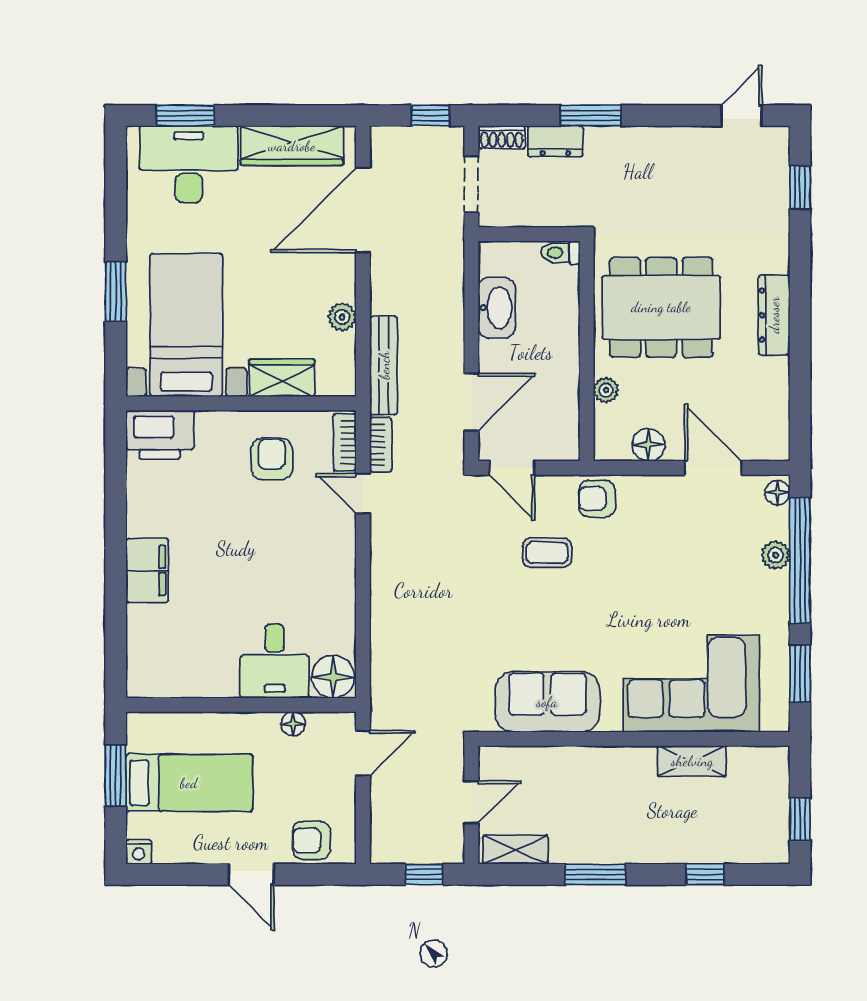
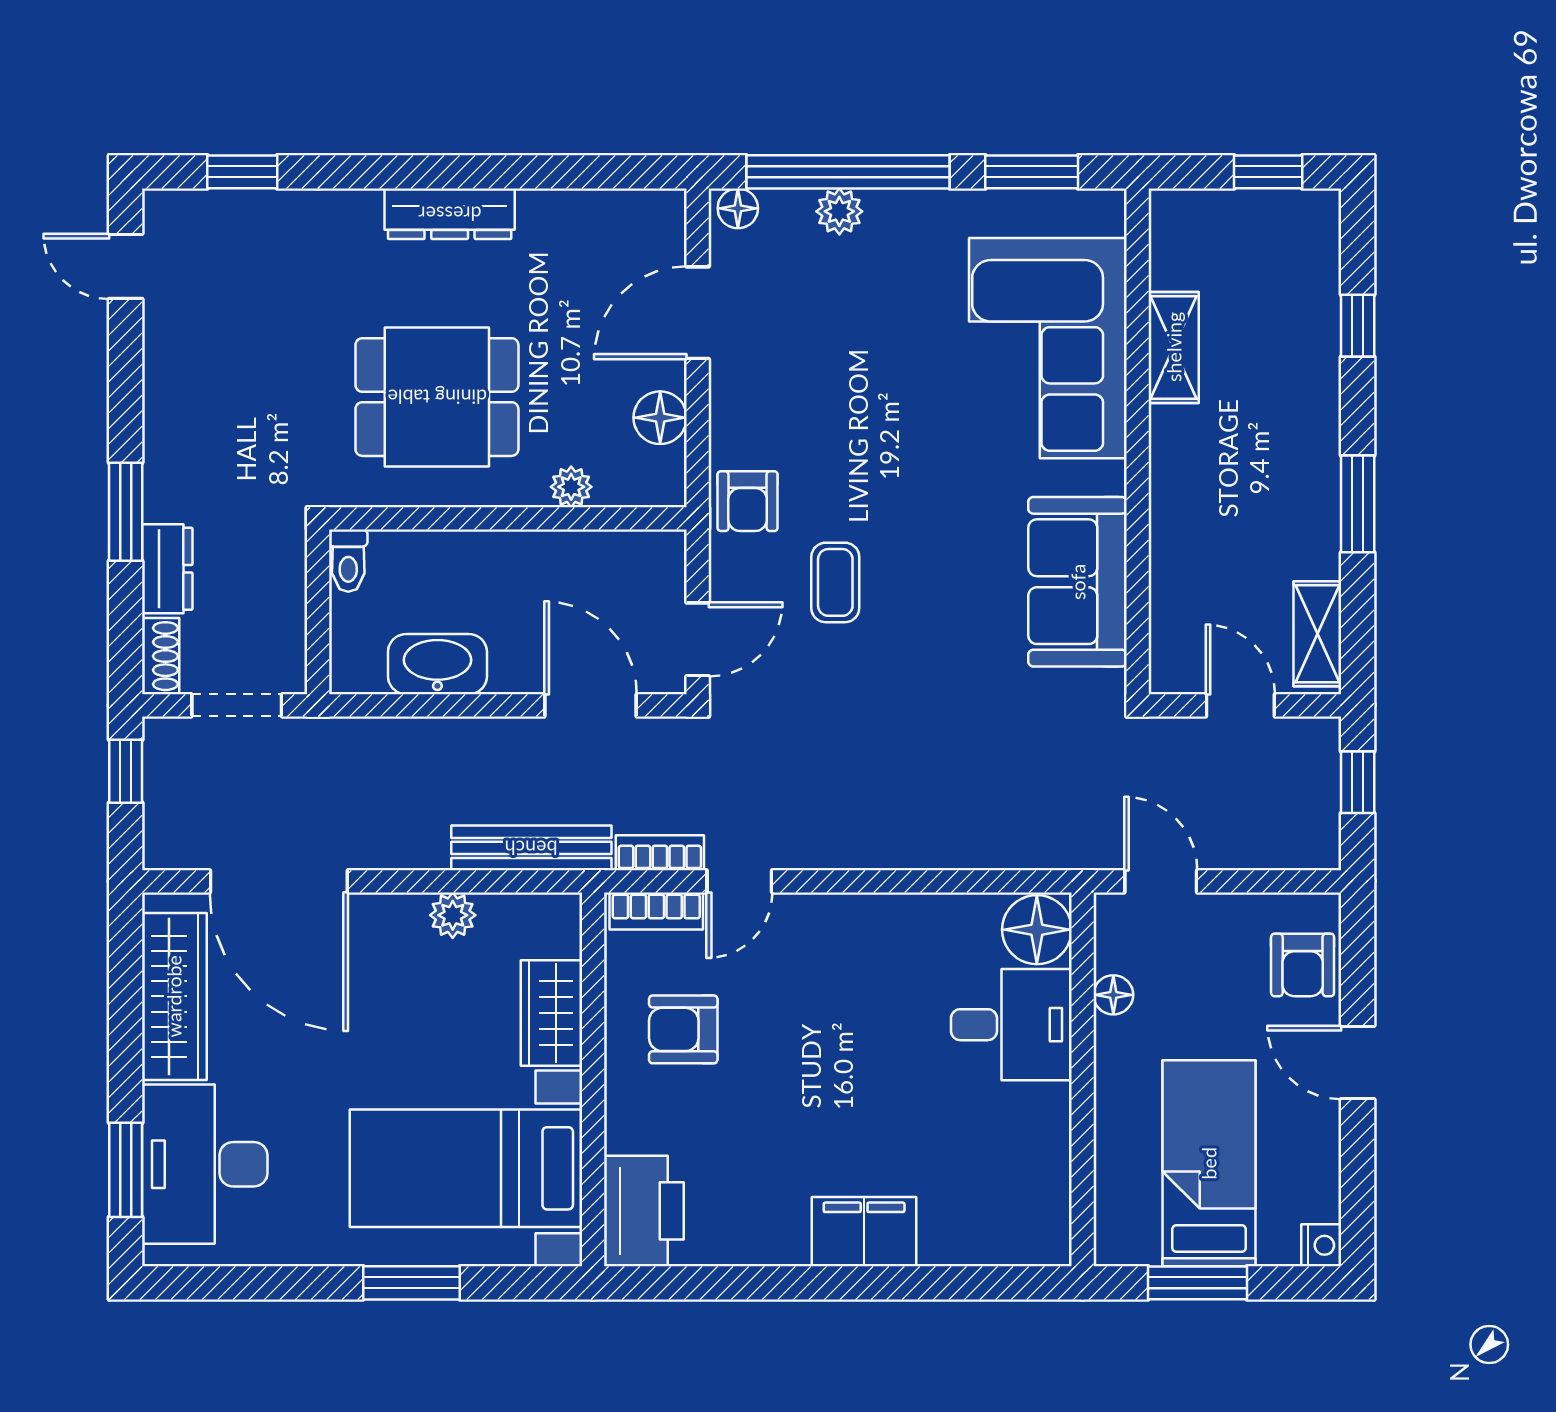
dining table: (661, 307) -> (437, 397), width x0.73
door: (251, 874) -> (1358, 1063), swing flipped

